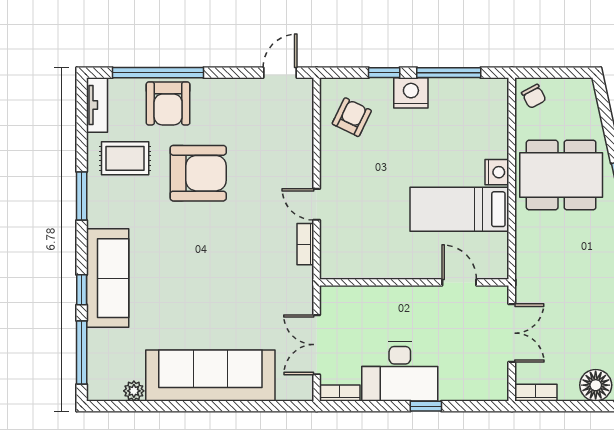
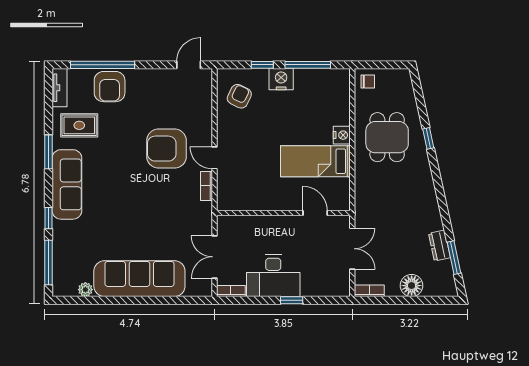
chair: (534, 96) -> (368, 82), turned -62
armchair: (198, 173) -> (167, 149), moved, turned 180
dining table: (561, 175) -> (387, 137), width x0.73
sofa: (108, 278) -> (67, 184), moved

